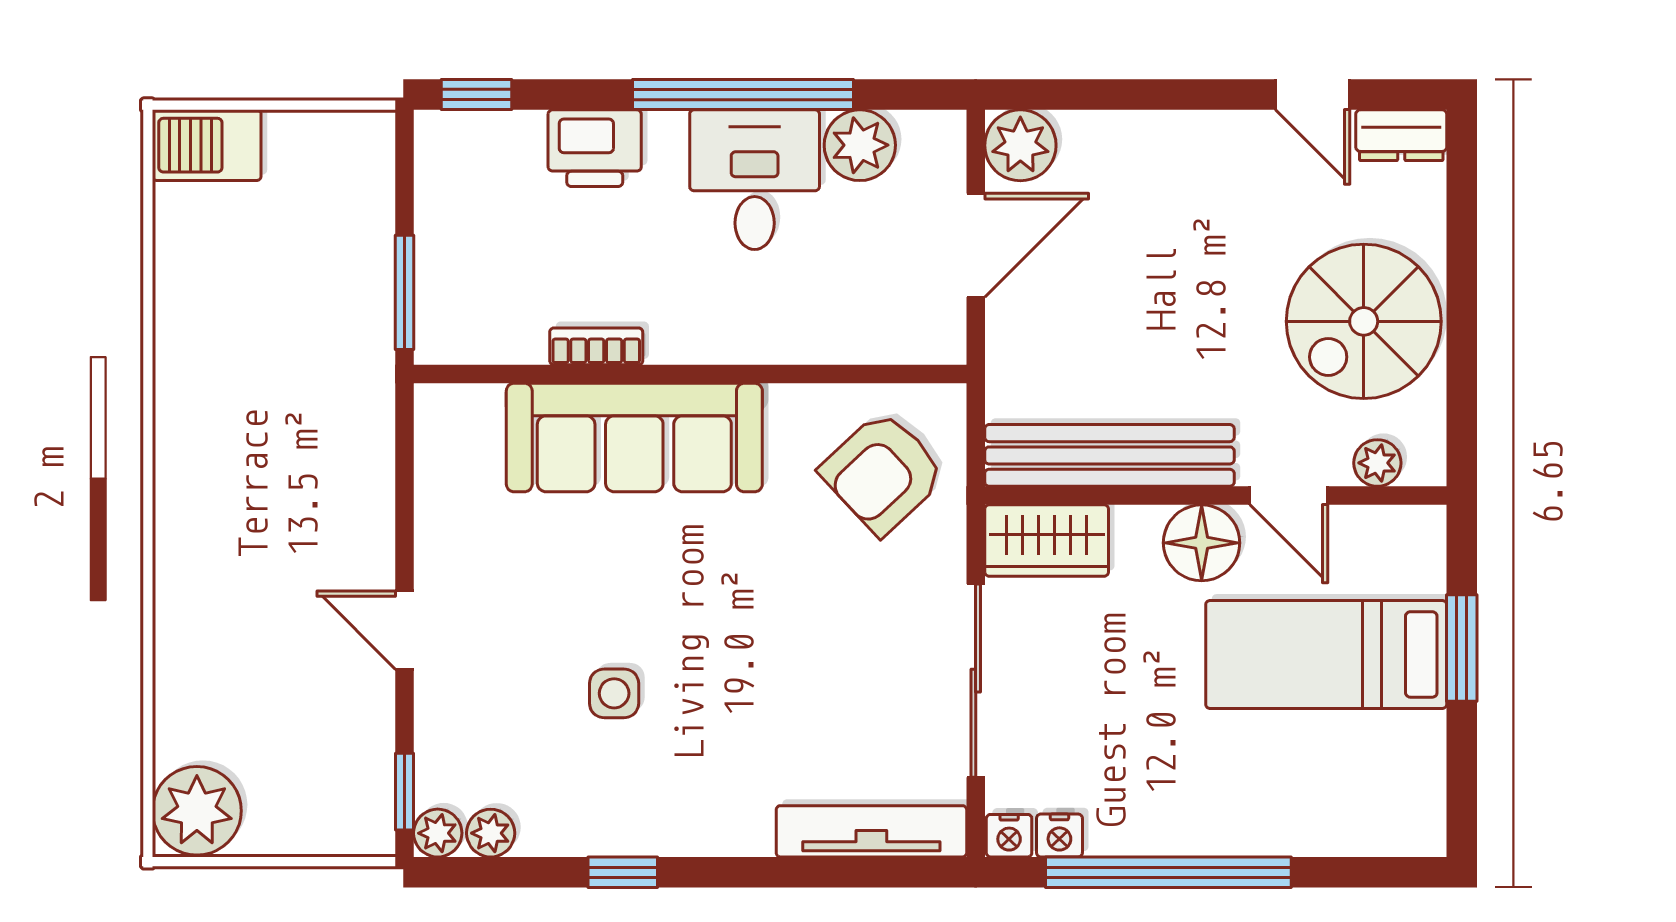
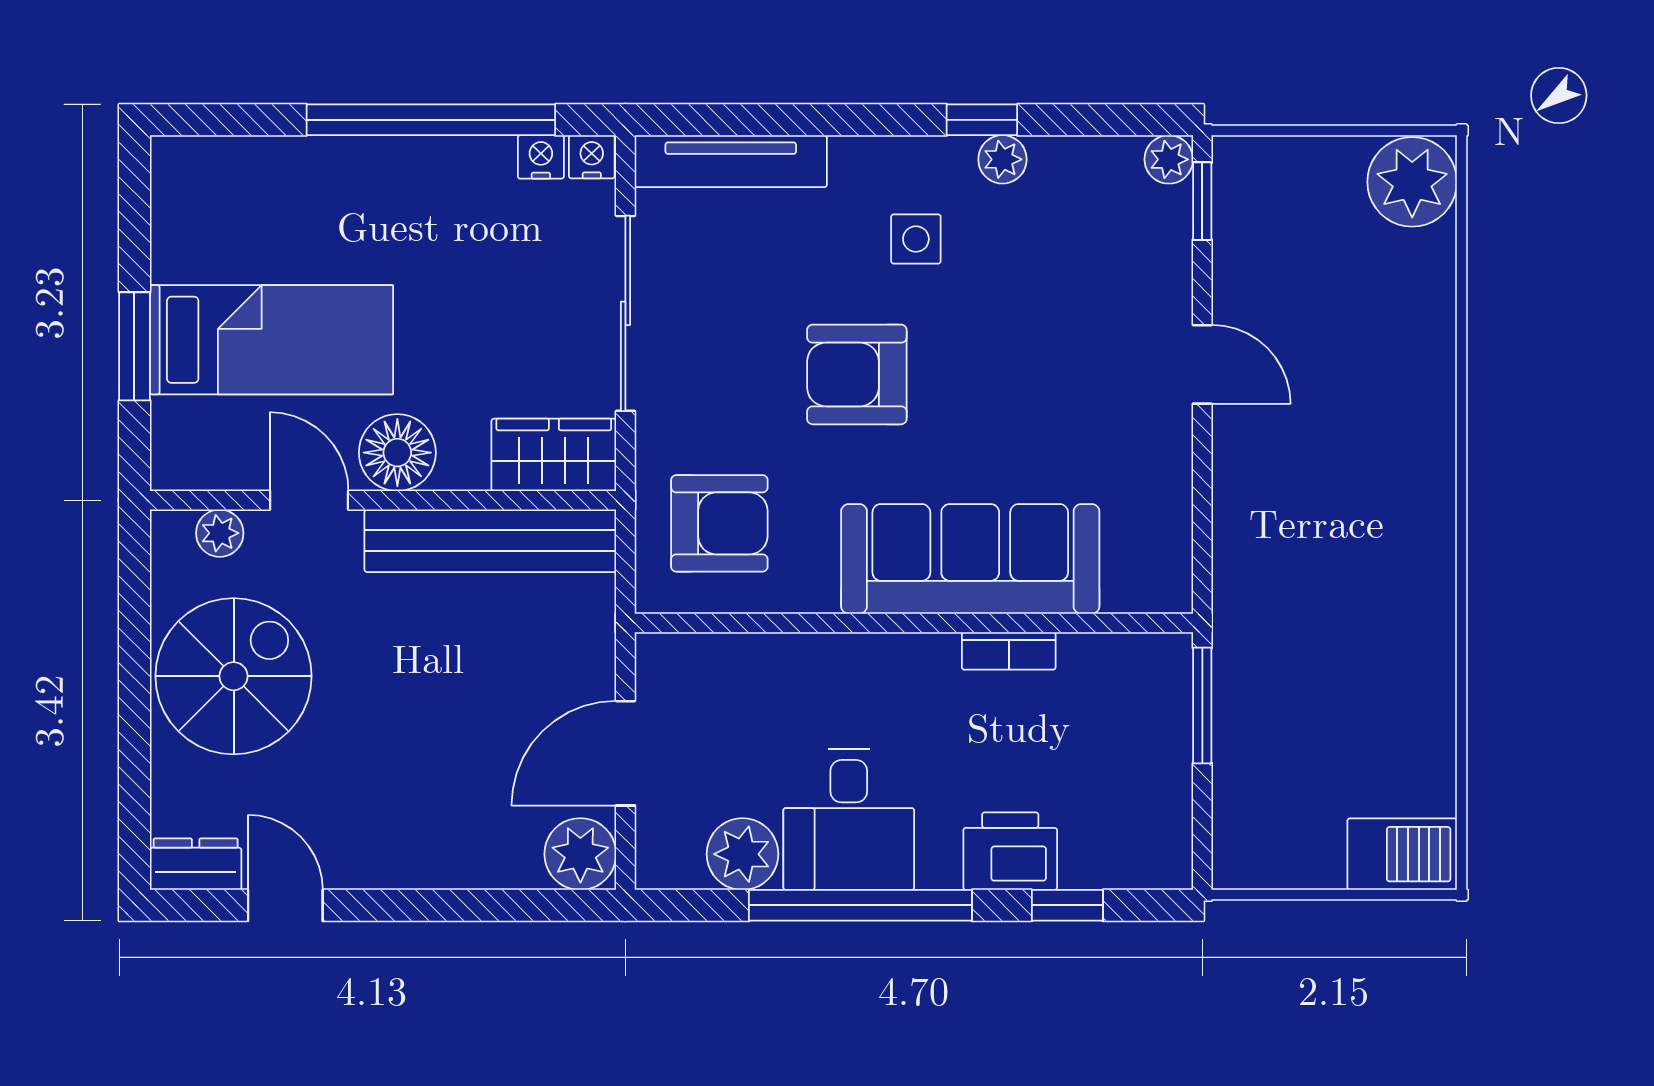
window: (477, 95) -> (1067, 905), moved
armchair: (883, 473) -> (719, 523), turned 43
armchair: (747, 620) -> (857, 374), added
side table: (614, 693) -> (916, 239), moved
plant: (491, 833) -> (1002, 159), moved

